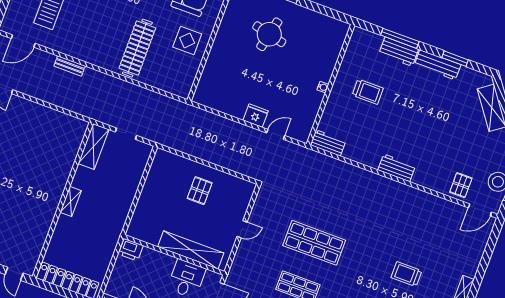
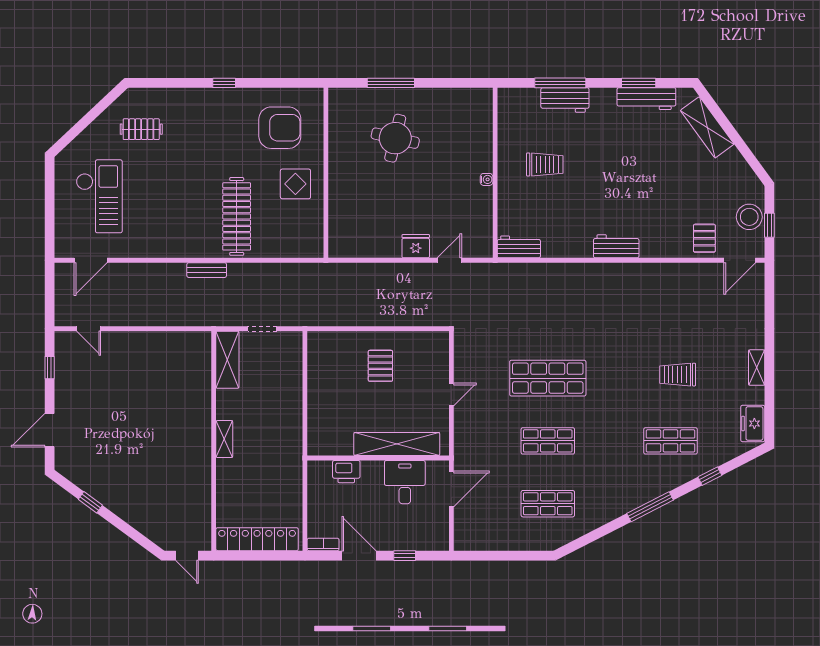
workbench: (438, 65) -> (646, 99), moved
bench: (70, 66) -> (207, 270), moved
printer: (131, 250) -> (346, 472), moved

